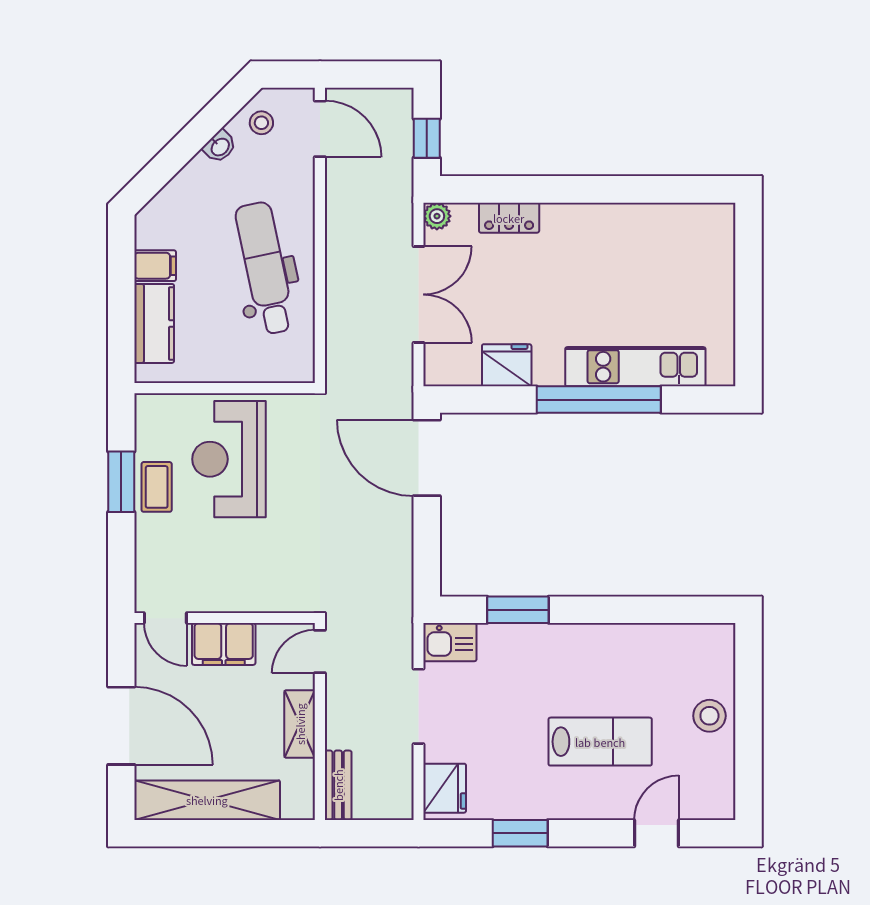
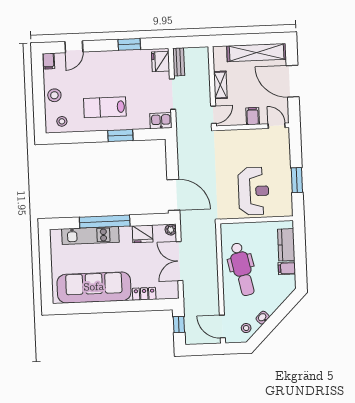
plant: (437, 216) -> (171, 230), moved
sofa: (632, 238) -> (94, 287), added
coffee table: (157, 487) -> (282, 179), removed
window: (518, 610) -> (120, 136), moved
filing cabinet: (224, 644) -> (253, 116), width x0.50
stool: (694, 651) -> (62, 121), added
lab bench: (600, 742) -> (105, 107), moved
bench: (338, 785) -> (179, 62), moved
filing cabinet: (721, 801) -> (48, 61), added

